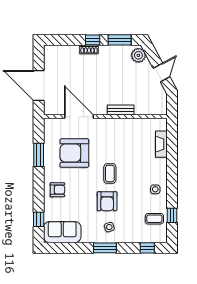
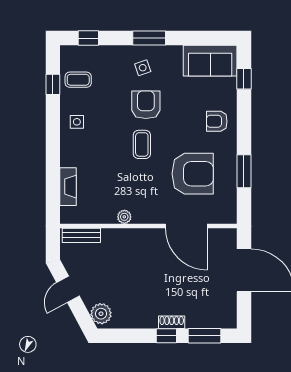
window: (120, 40) -> (204, 336), moved
bench: (121, 110) -> (81, 235), moved
plant: (122, 123) -> (124, 217), added

